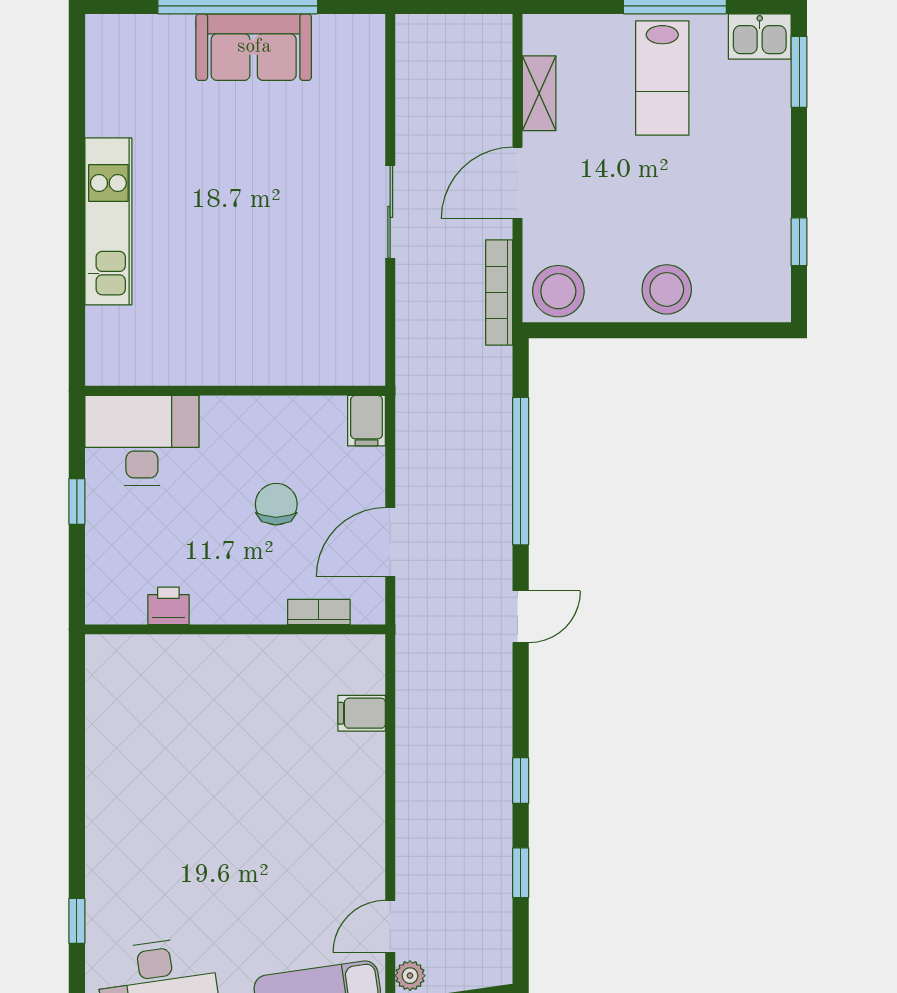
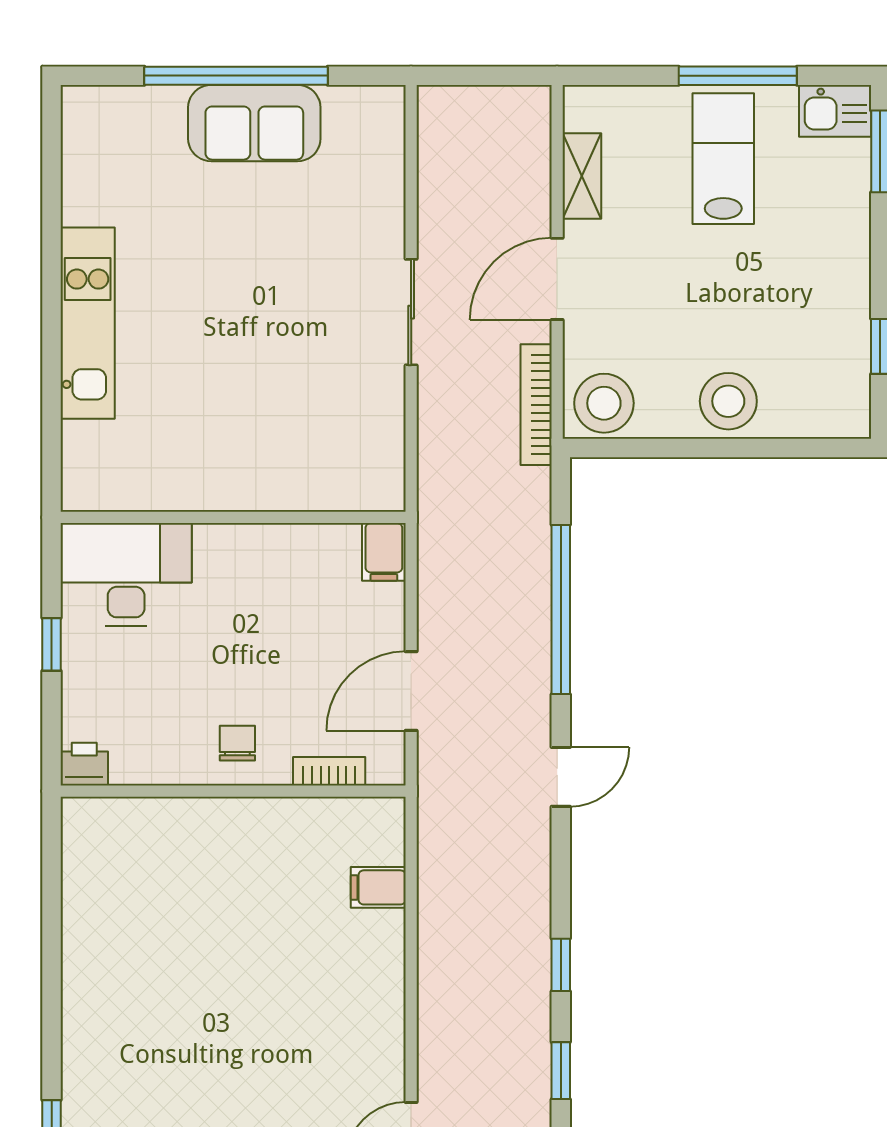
lab bench: (662, 78) -> (723, 159), turned 180
chair: (276, 504) -> (237, 743), moved, width x0.73, depth x0.73
printer: (168, 606) -> (84, 764), moved

